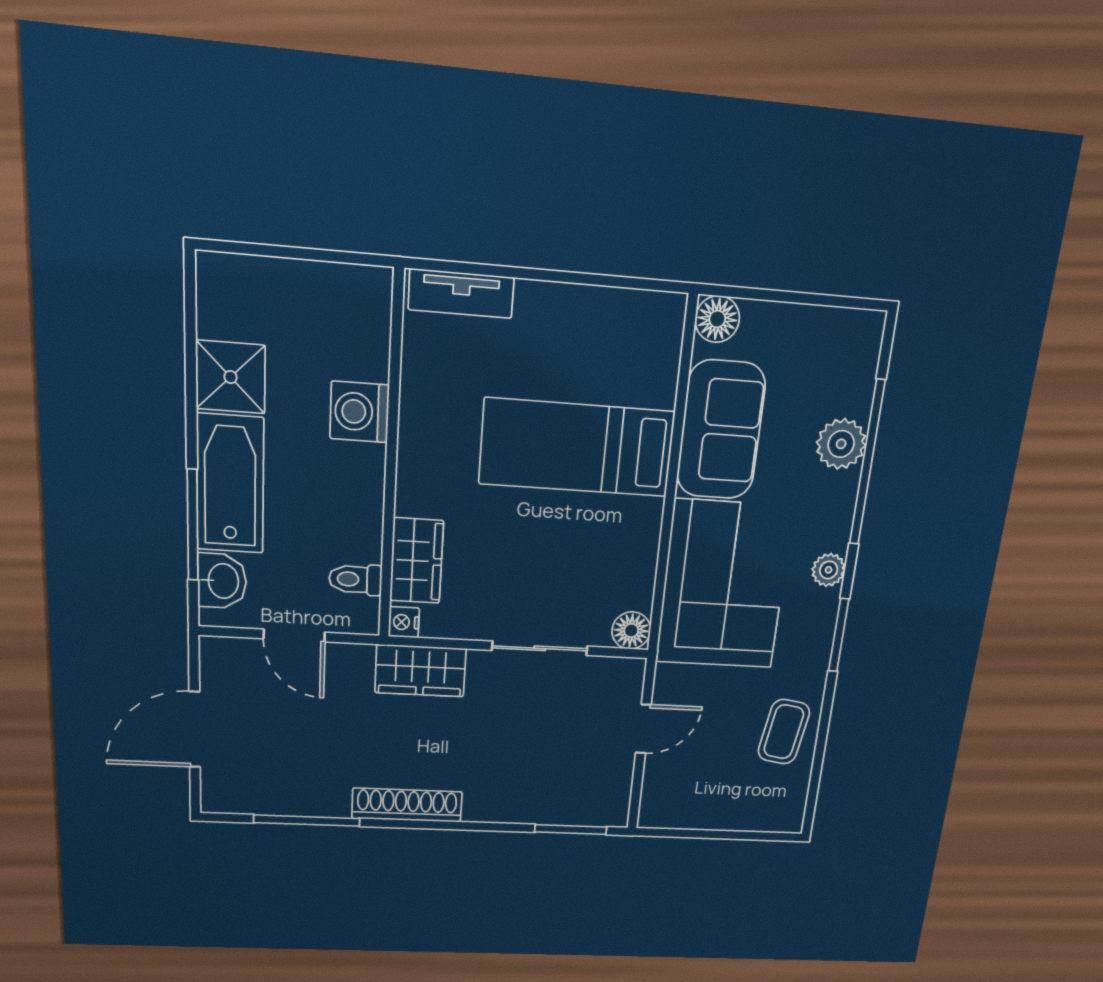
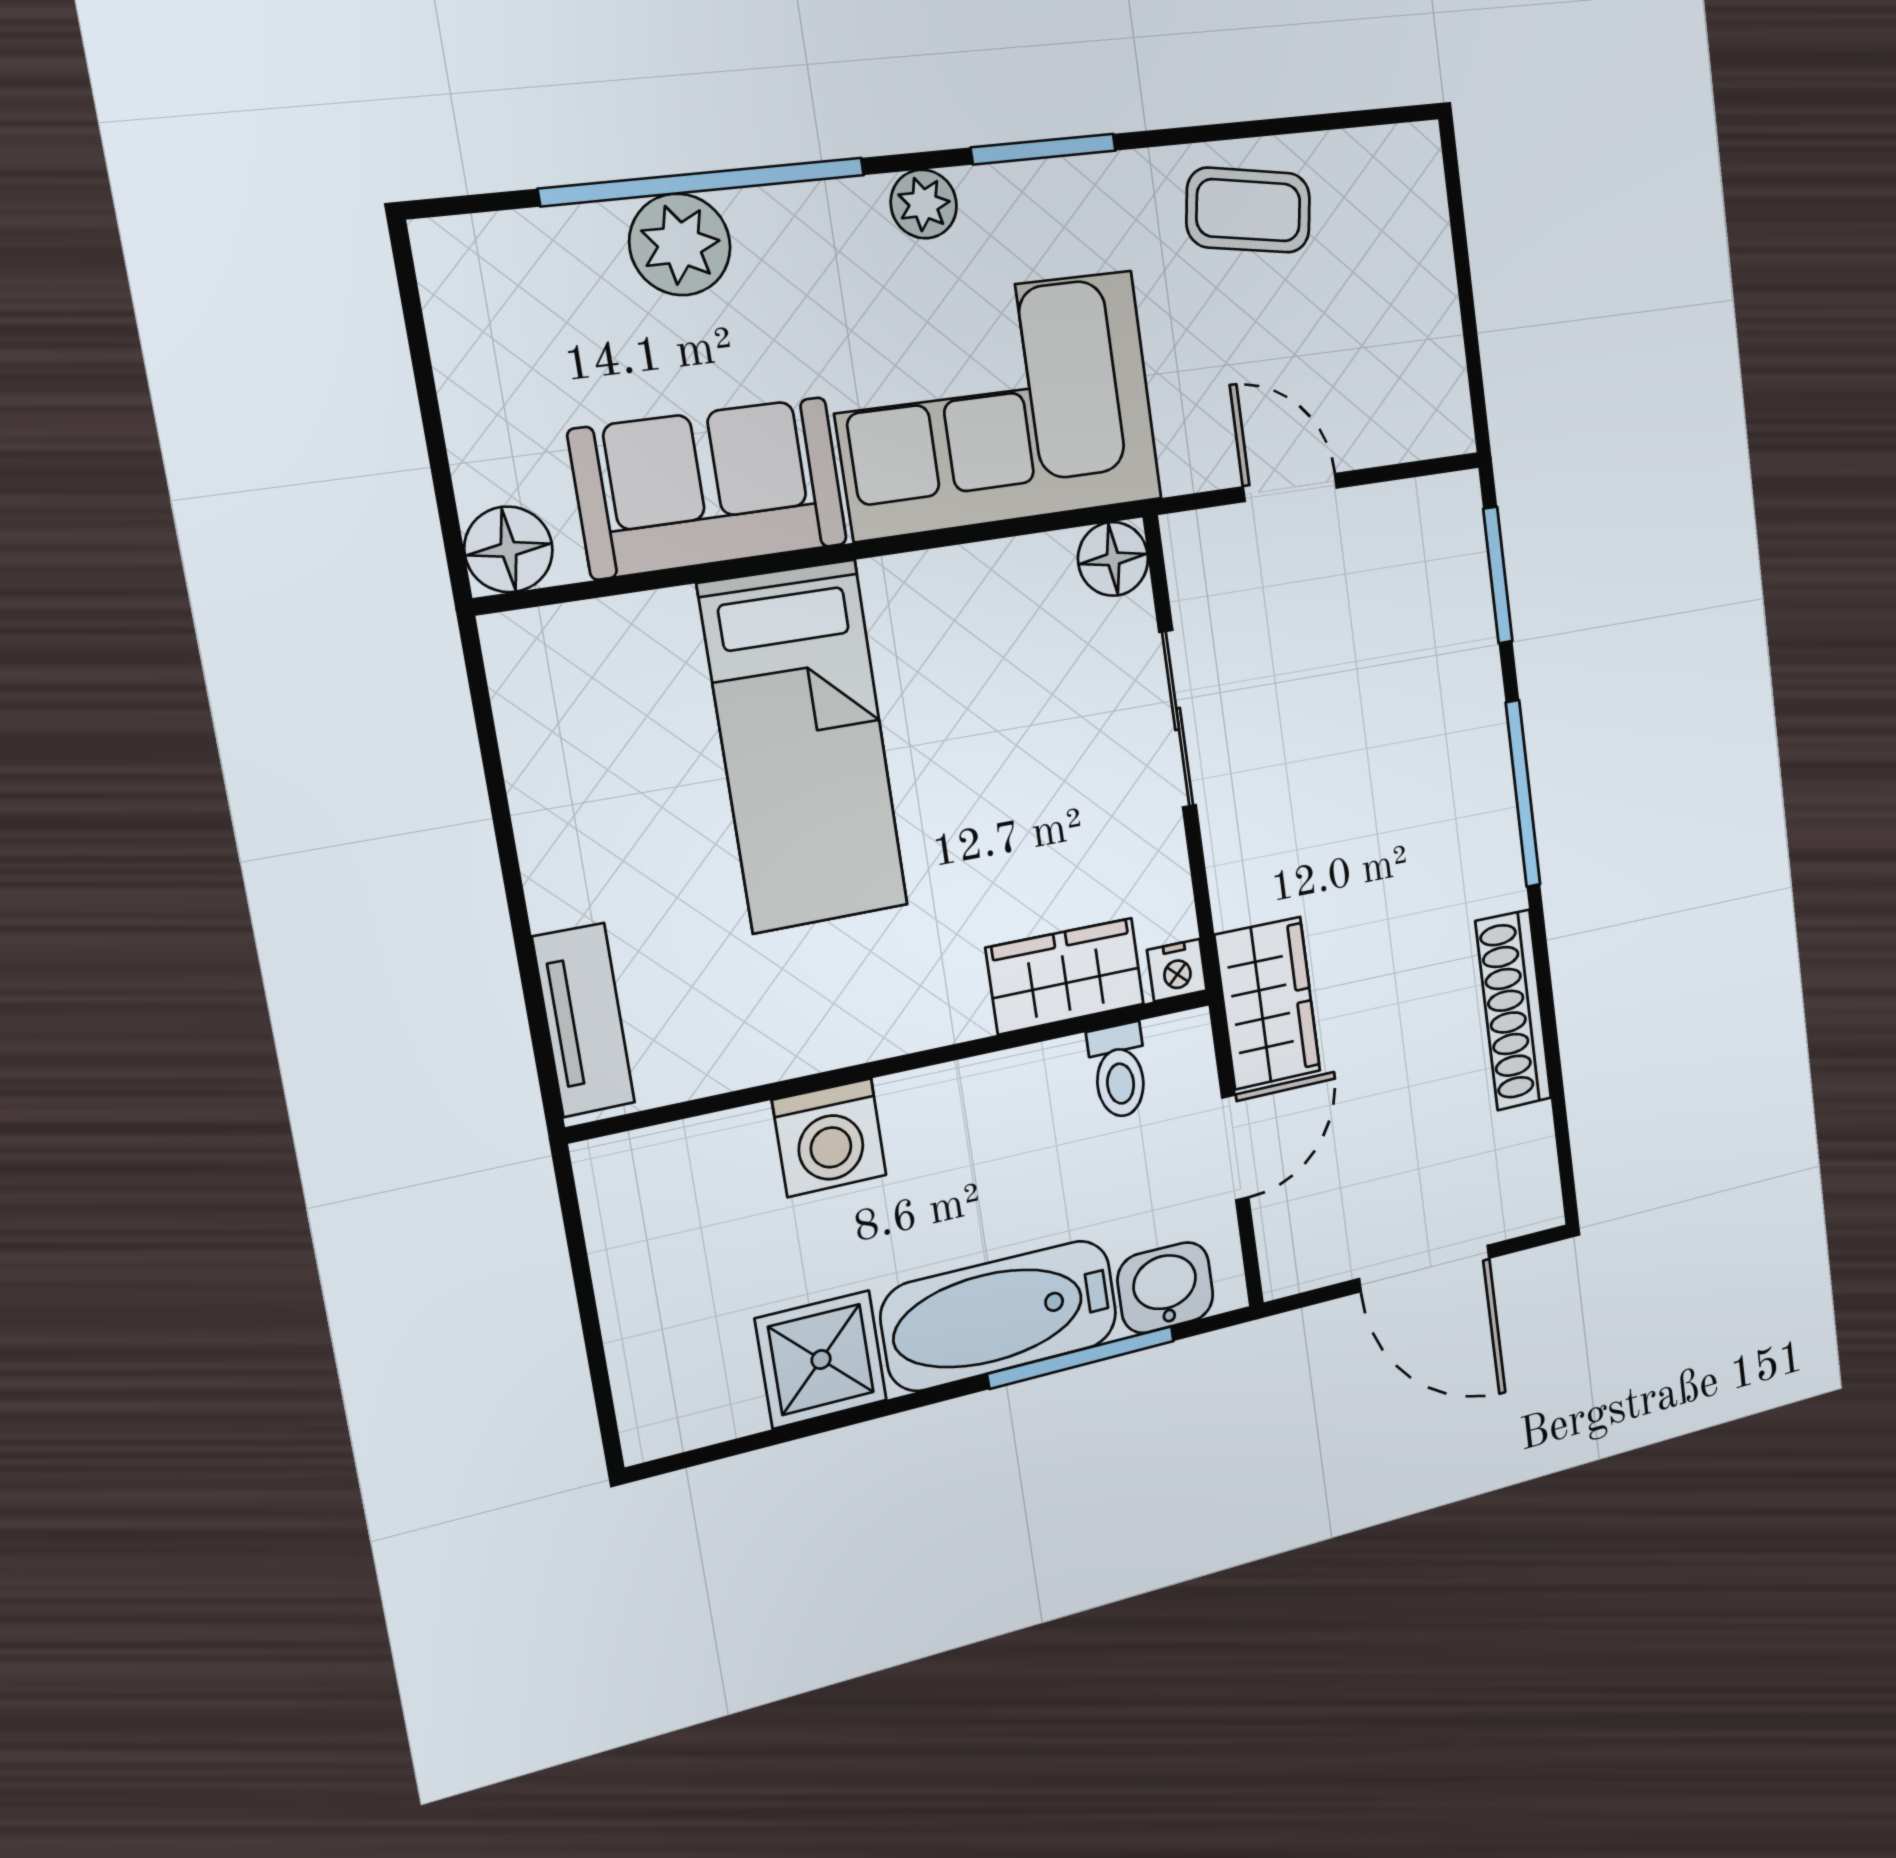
wardrobe: (420, 671) -> (1268, 1003), moved
shoe rack: (407, 805) -> (1513, 1010), moved
window: (307, 820) -> (1523, 794), moved

